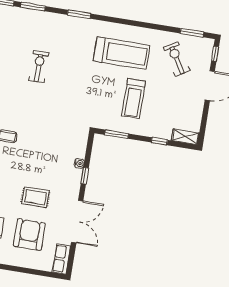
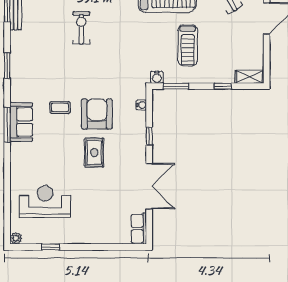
water cooler: (100, 123) -> (157, 77), added
water cooler: (79, 163) -> (141, 105), moved
rug: (35, 197) -> (94, 153), moved, turned 90
armchair: (29, 235) -> (97, 114), moved

